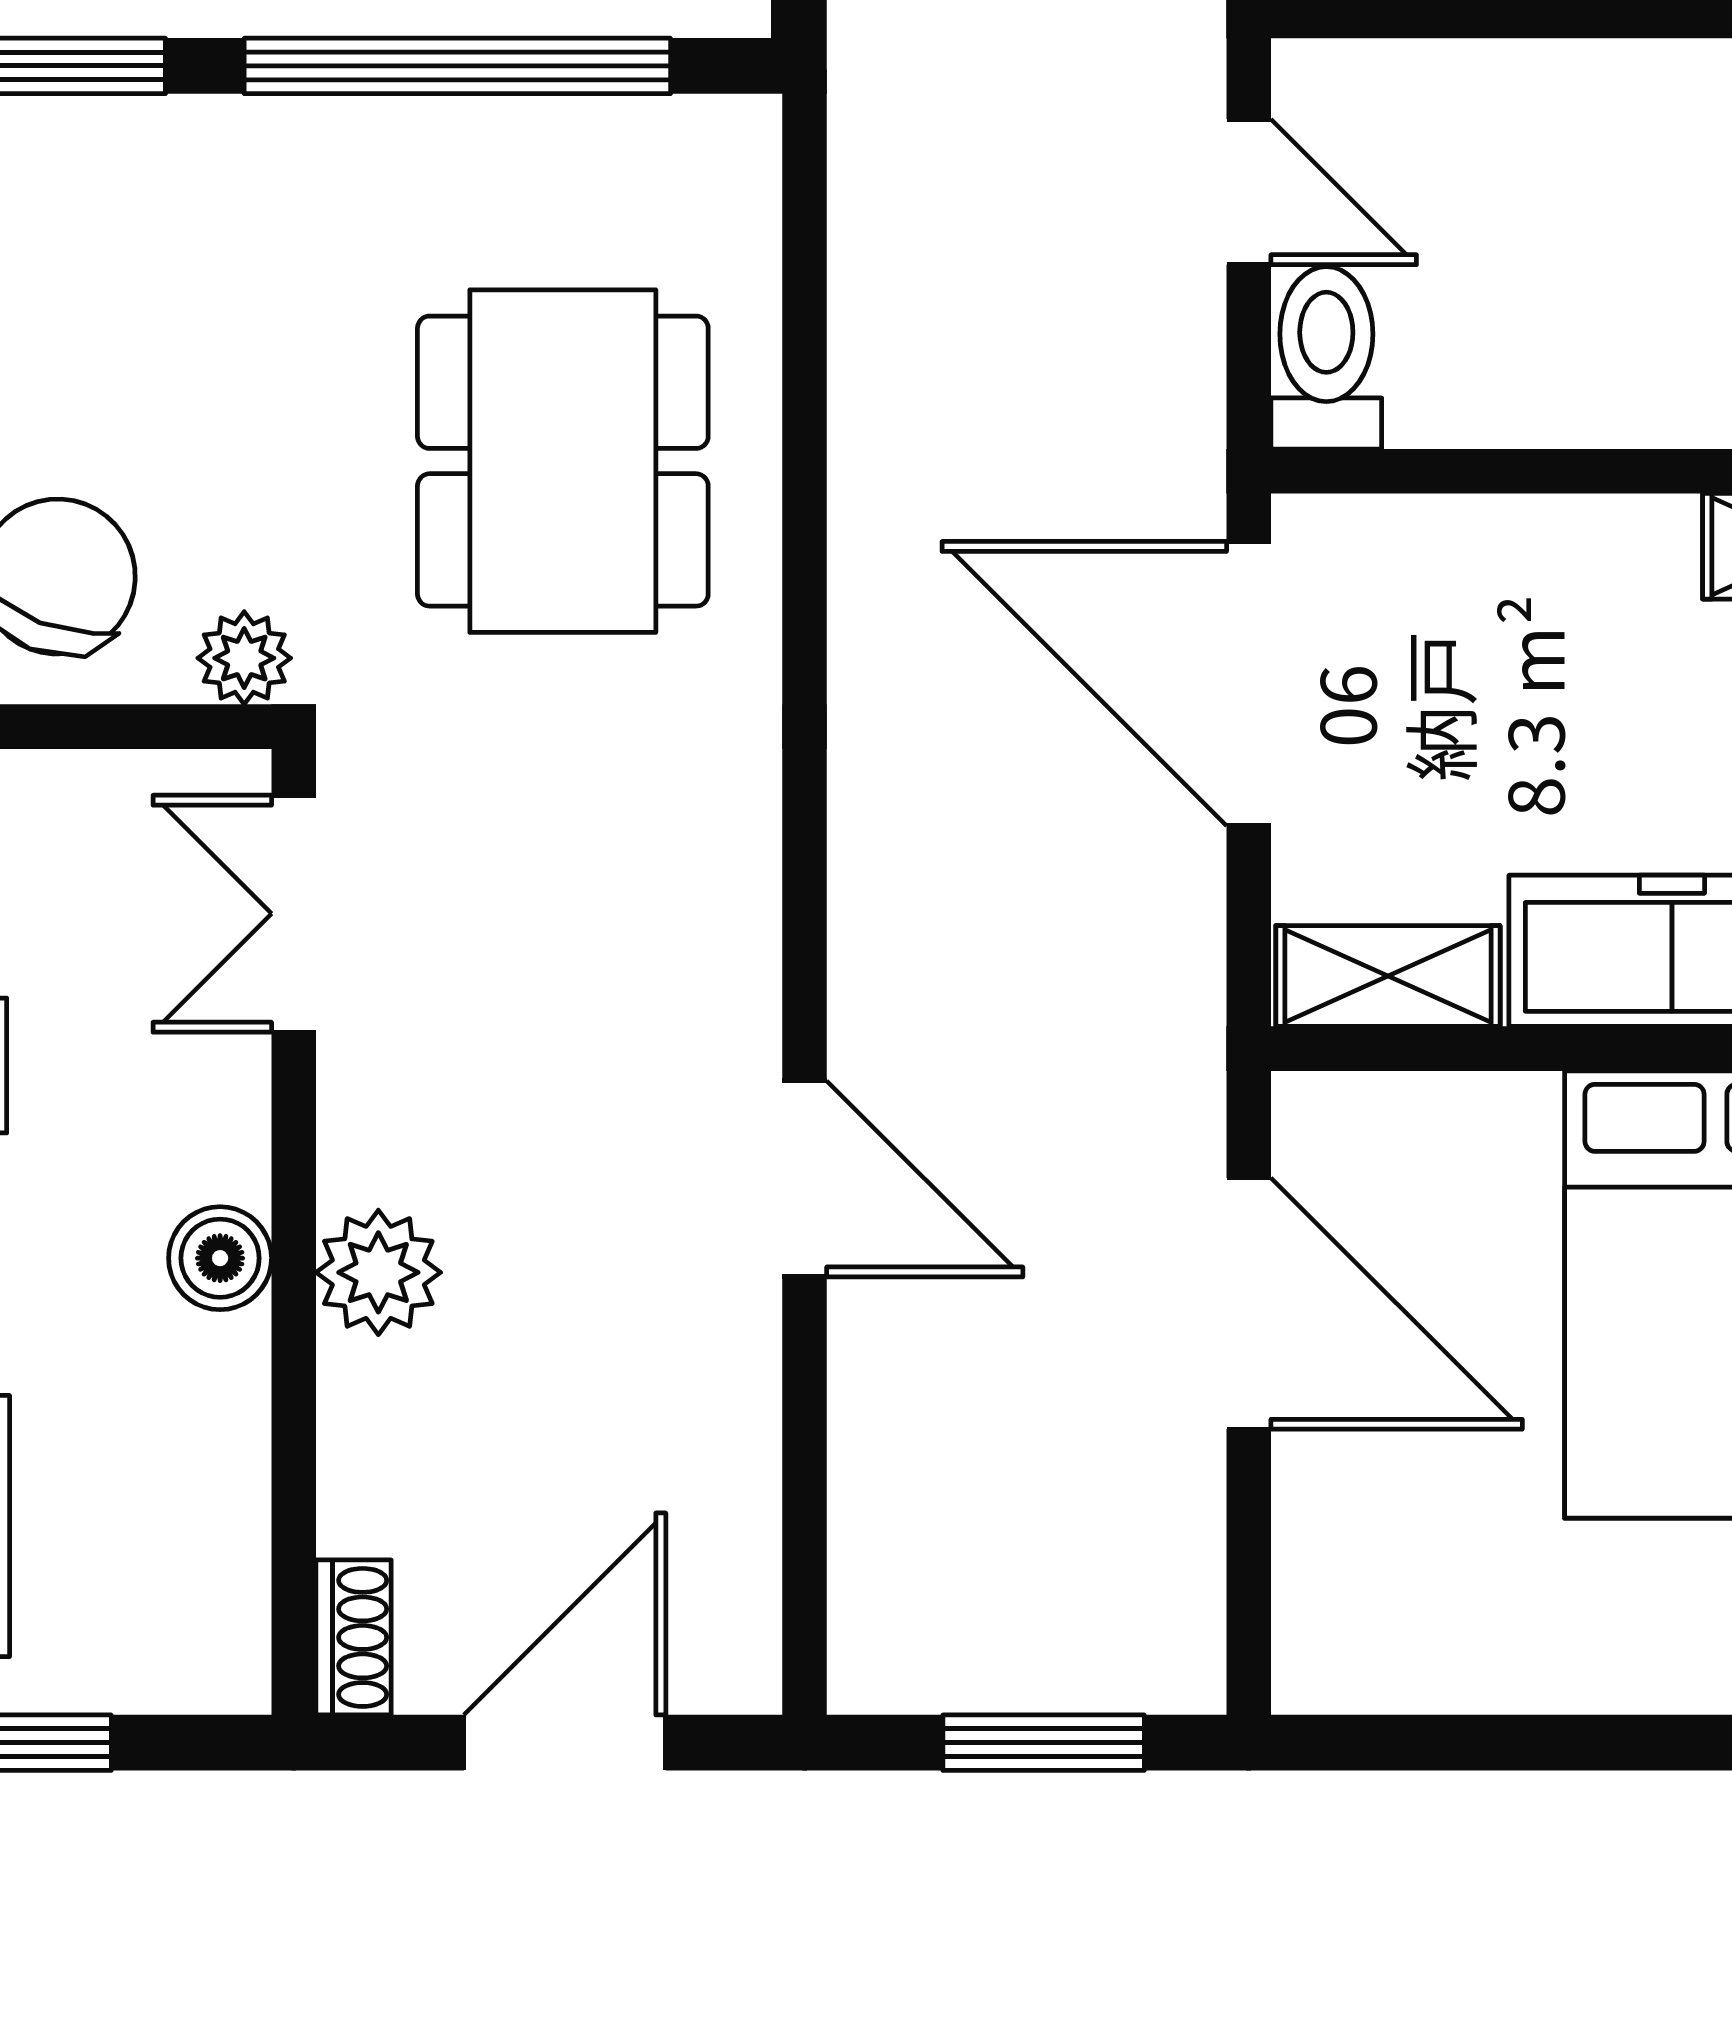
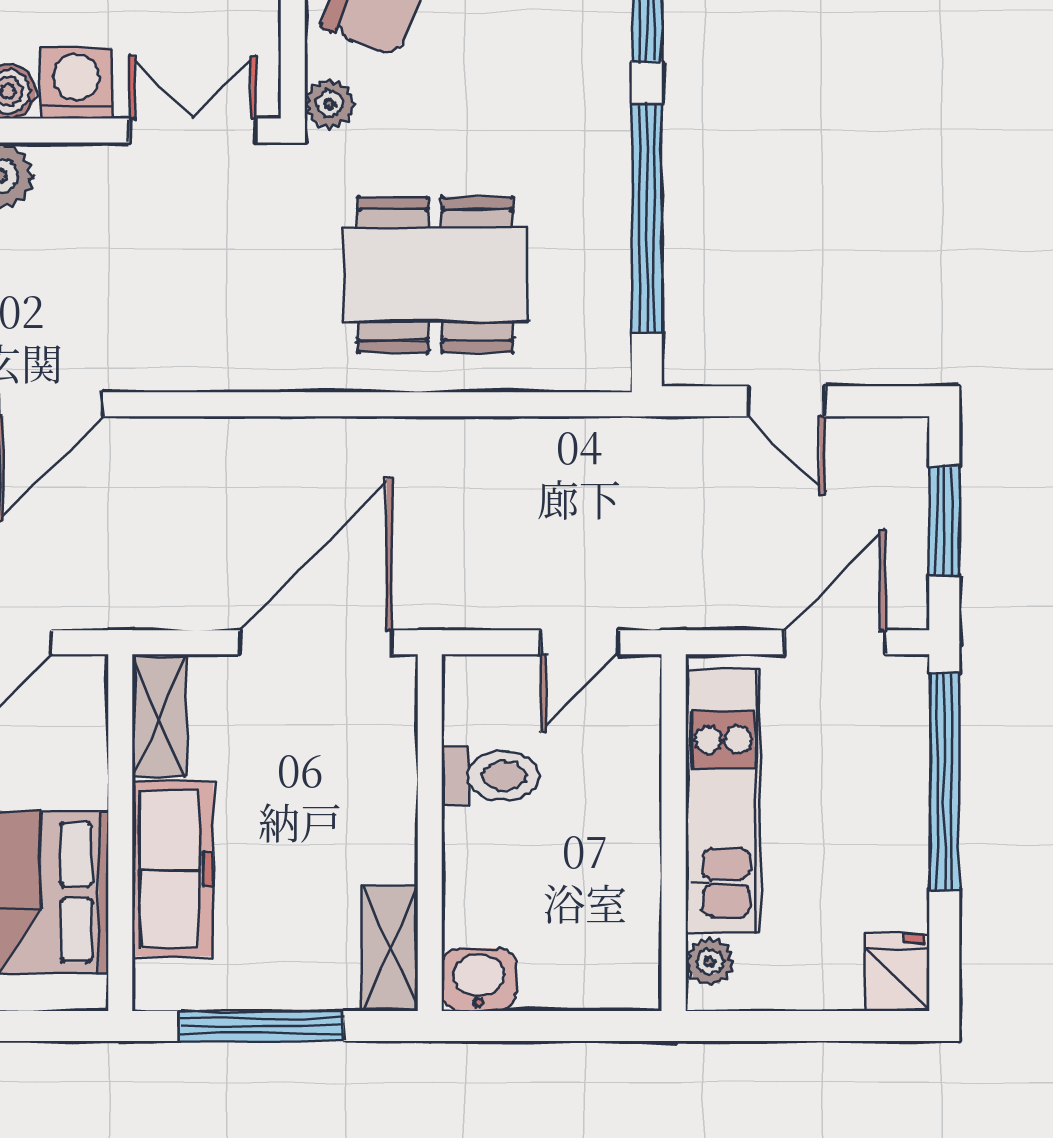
toilet: (1326, 358) -> (490, 776), moved
washing machine: (205, 1131) -> (76, 83), added

